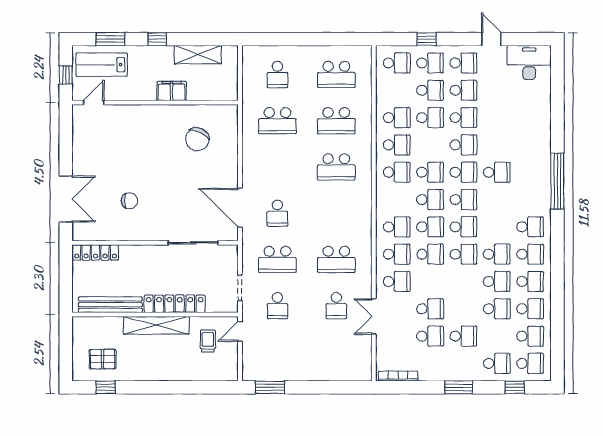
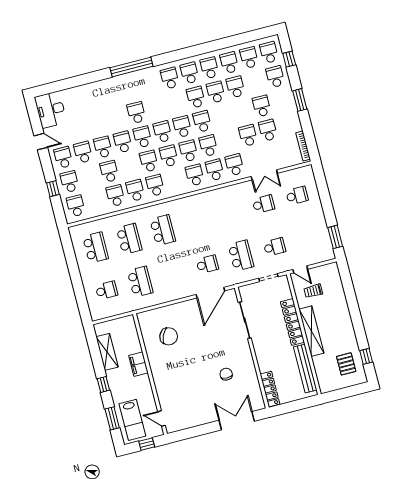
door: (491, 39) -> (41, 142), swing flipped
school desk: (430, 90) -> (89, 177), removed
school desk: (336, 259) -> (297, 195), moved, width x0.54

